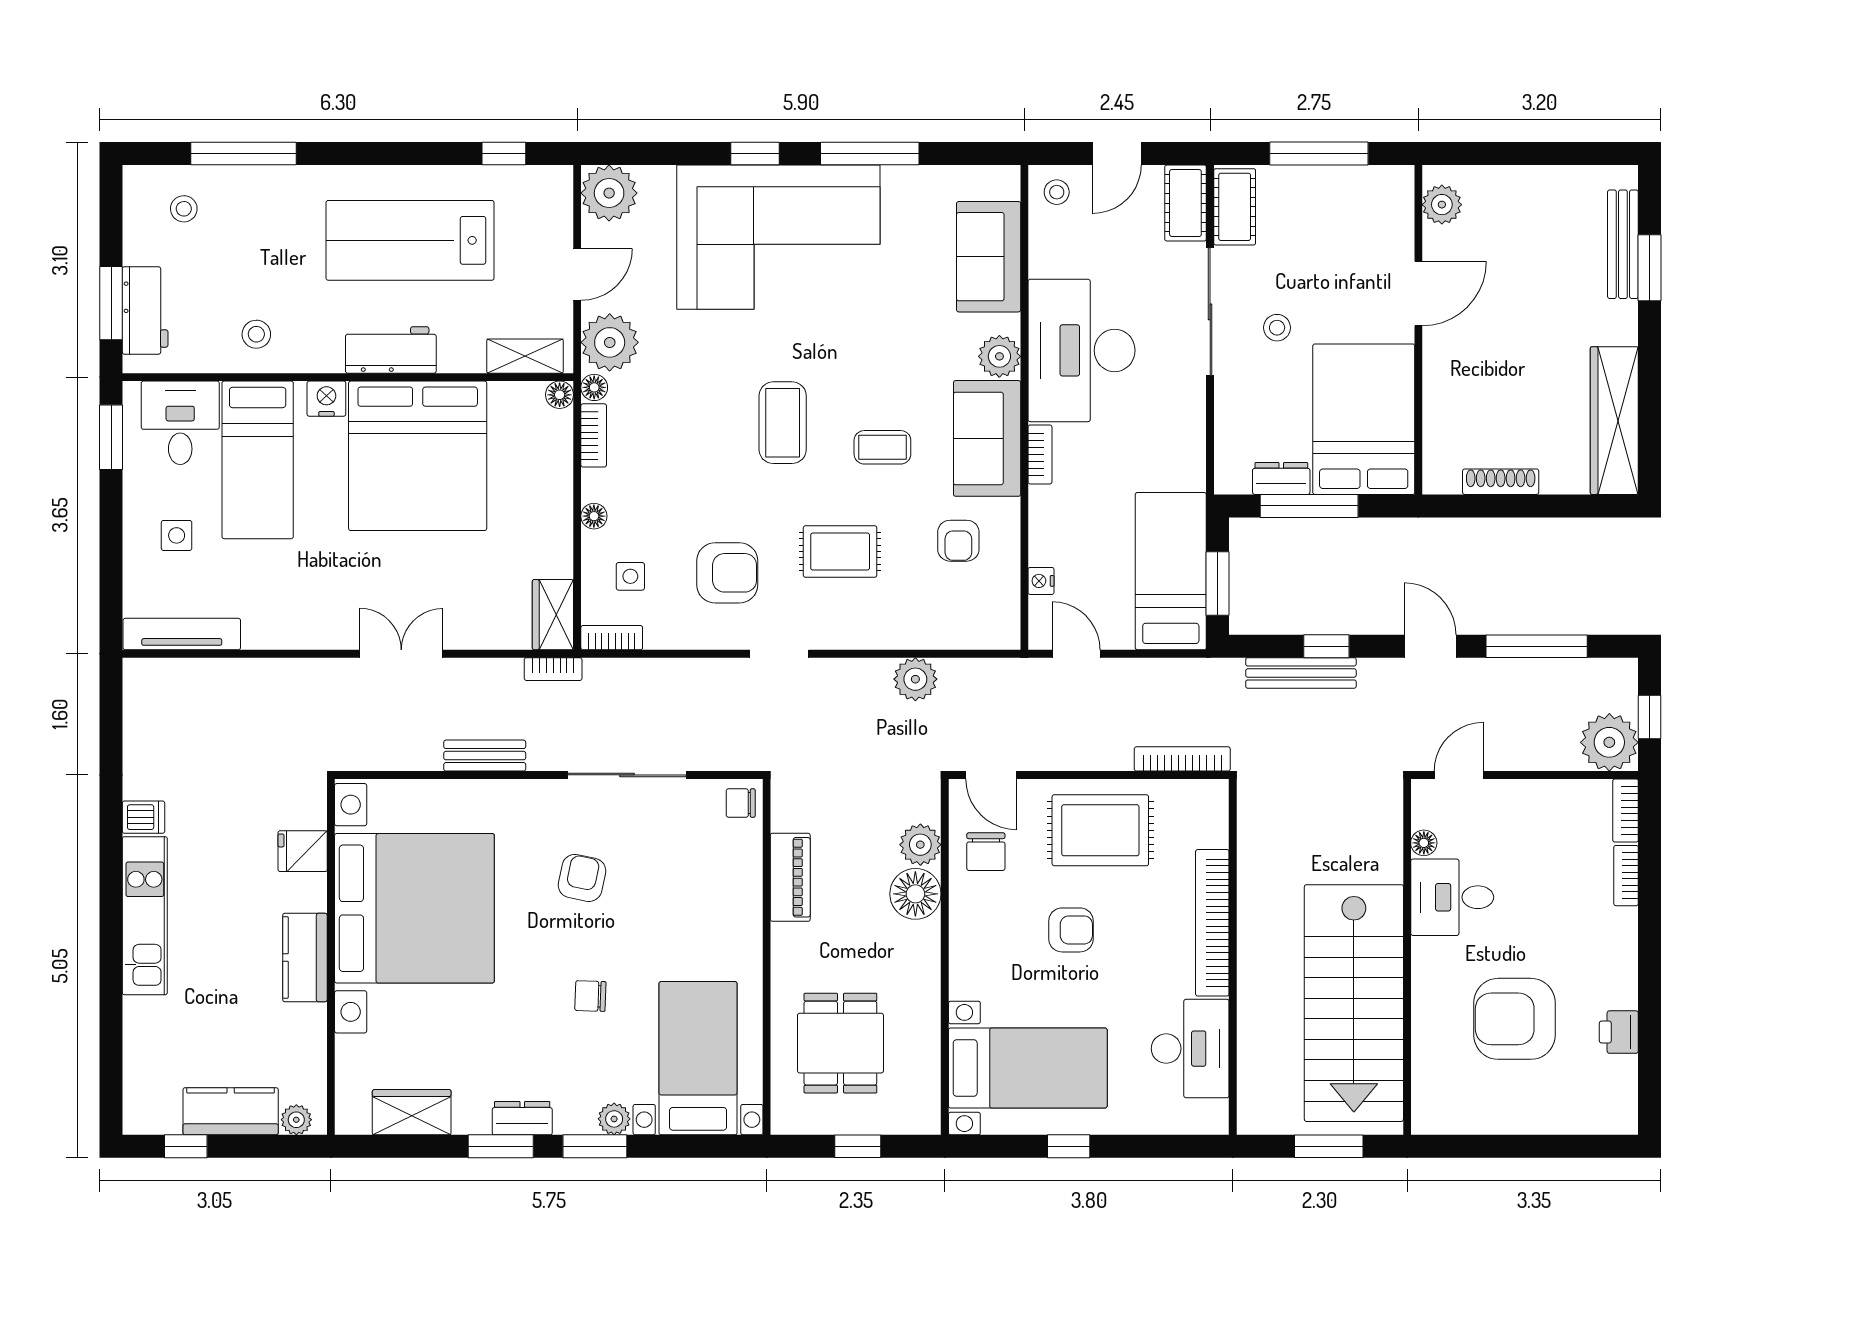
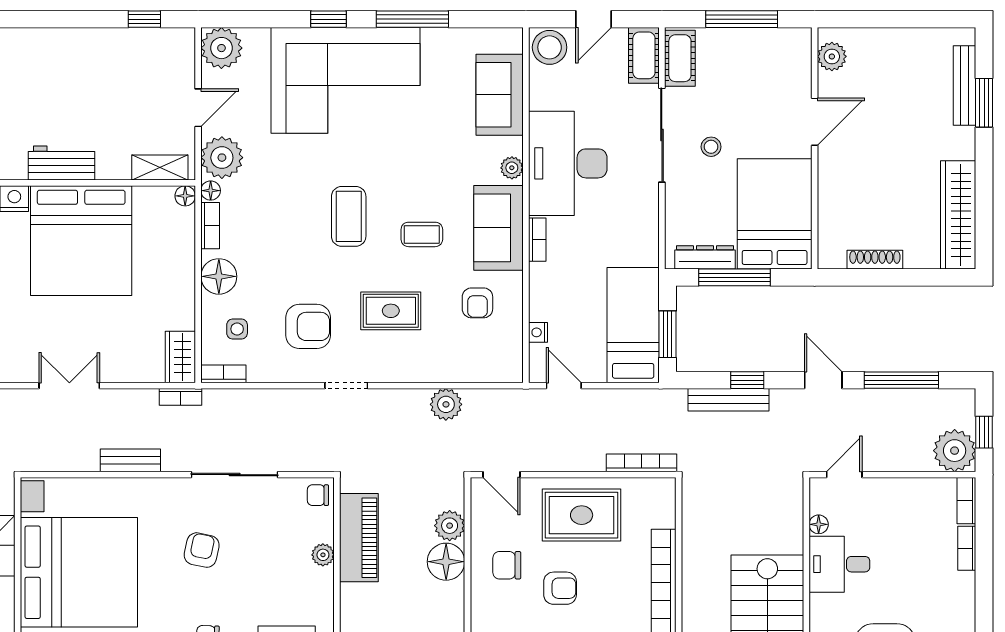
stool: (1057, 192) -> (550, 47), width x1.89, depth x1.89
lab bench: (410, 240) -> (76, 83), removed
plant: (999, 356) -> (512, 168), width x0.73, depth x0.73
dresser: (1281, 479) -> (705, 257), width x1.44
floor lamp: (594, 516) -> (219, 276), width x1.89, depth x1.89
chair: (986, 852) -> (507, 565), moved, turned 90
piano: (790, 877) -> (359, 538), width x1.37, depth x1.33
plant: (748, 884) -> (323, 555), added

